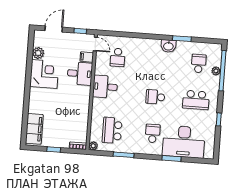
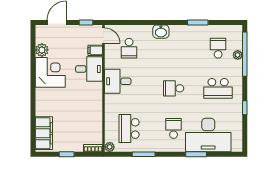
washbasin: (168, 46) -> (161, 32), moved

